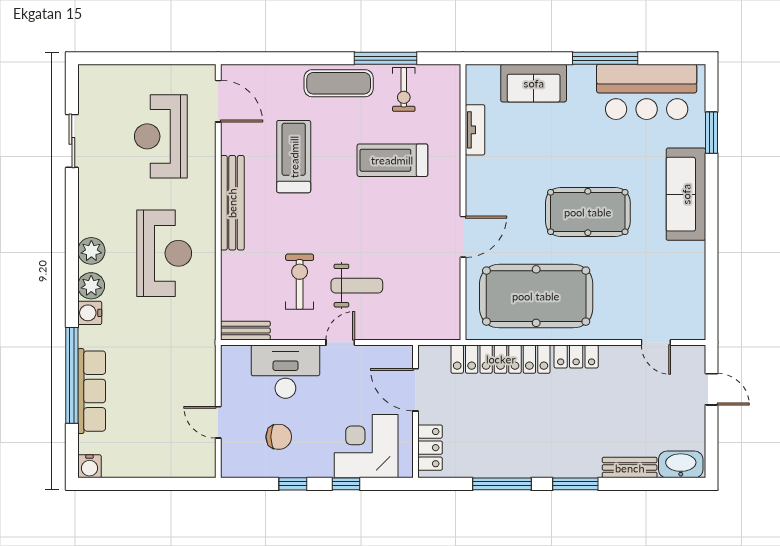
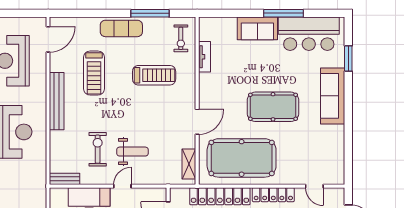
sofa: (534, 83) -> (257, 28), moved
exercise bike: (404, 89) -> (181, 38), moved
door: (218, 101) -> (48, 39), hinge flipped
treadmill: (294, 157) -> (94, 73), turned 180
treadmill: (392, 160) -> (154, 75), turned 180
shelving: (449, 306) -> (189, 164), added
locker: (576, 356) -> (273, 195), width x1.53

